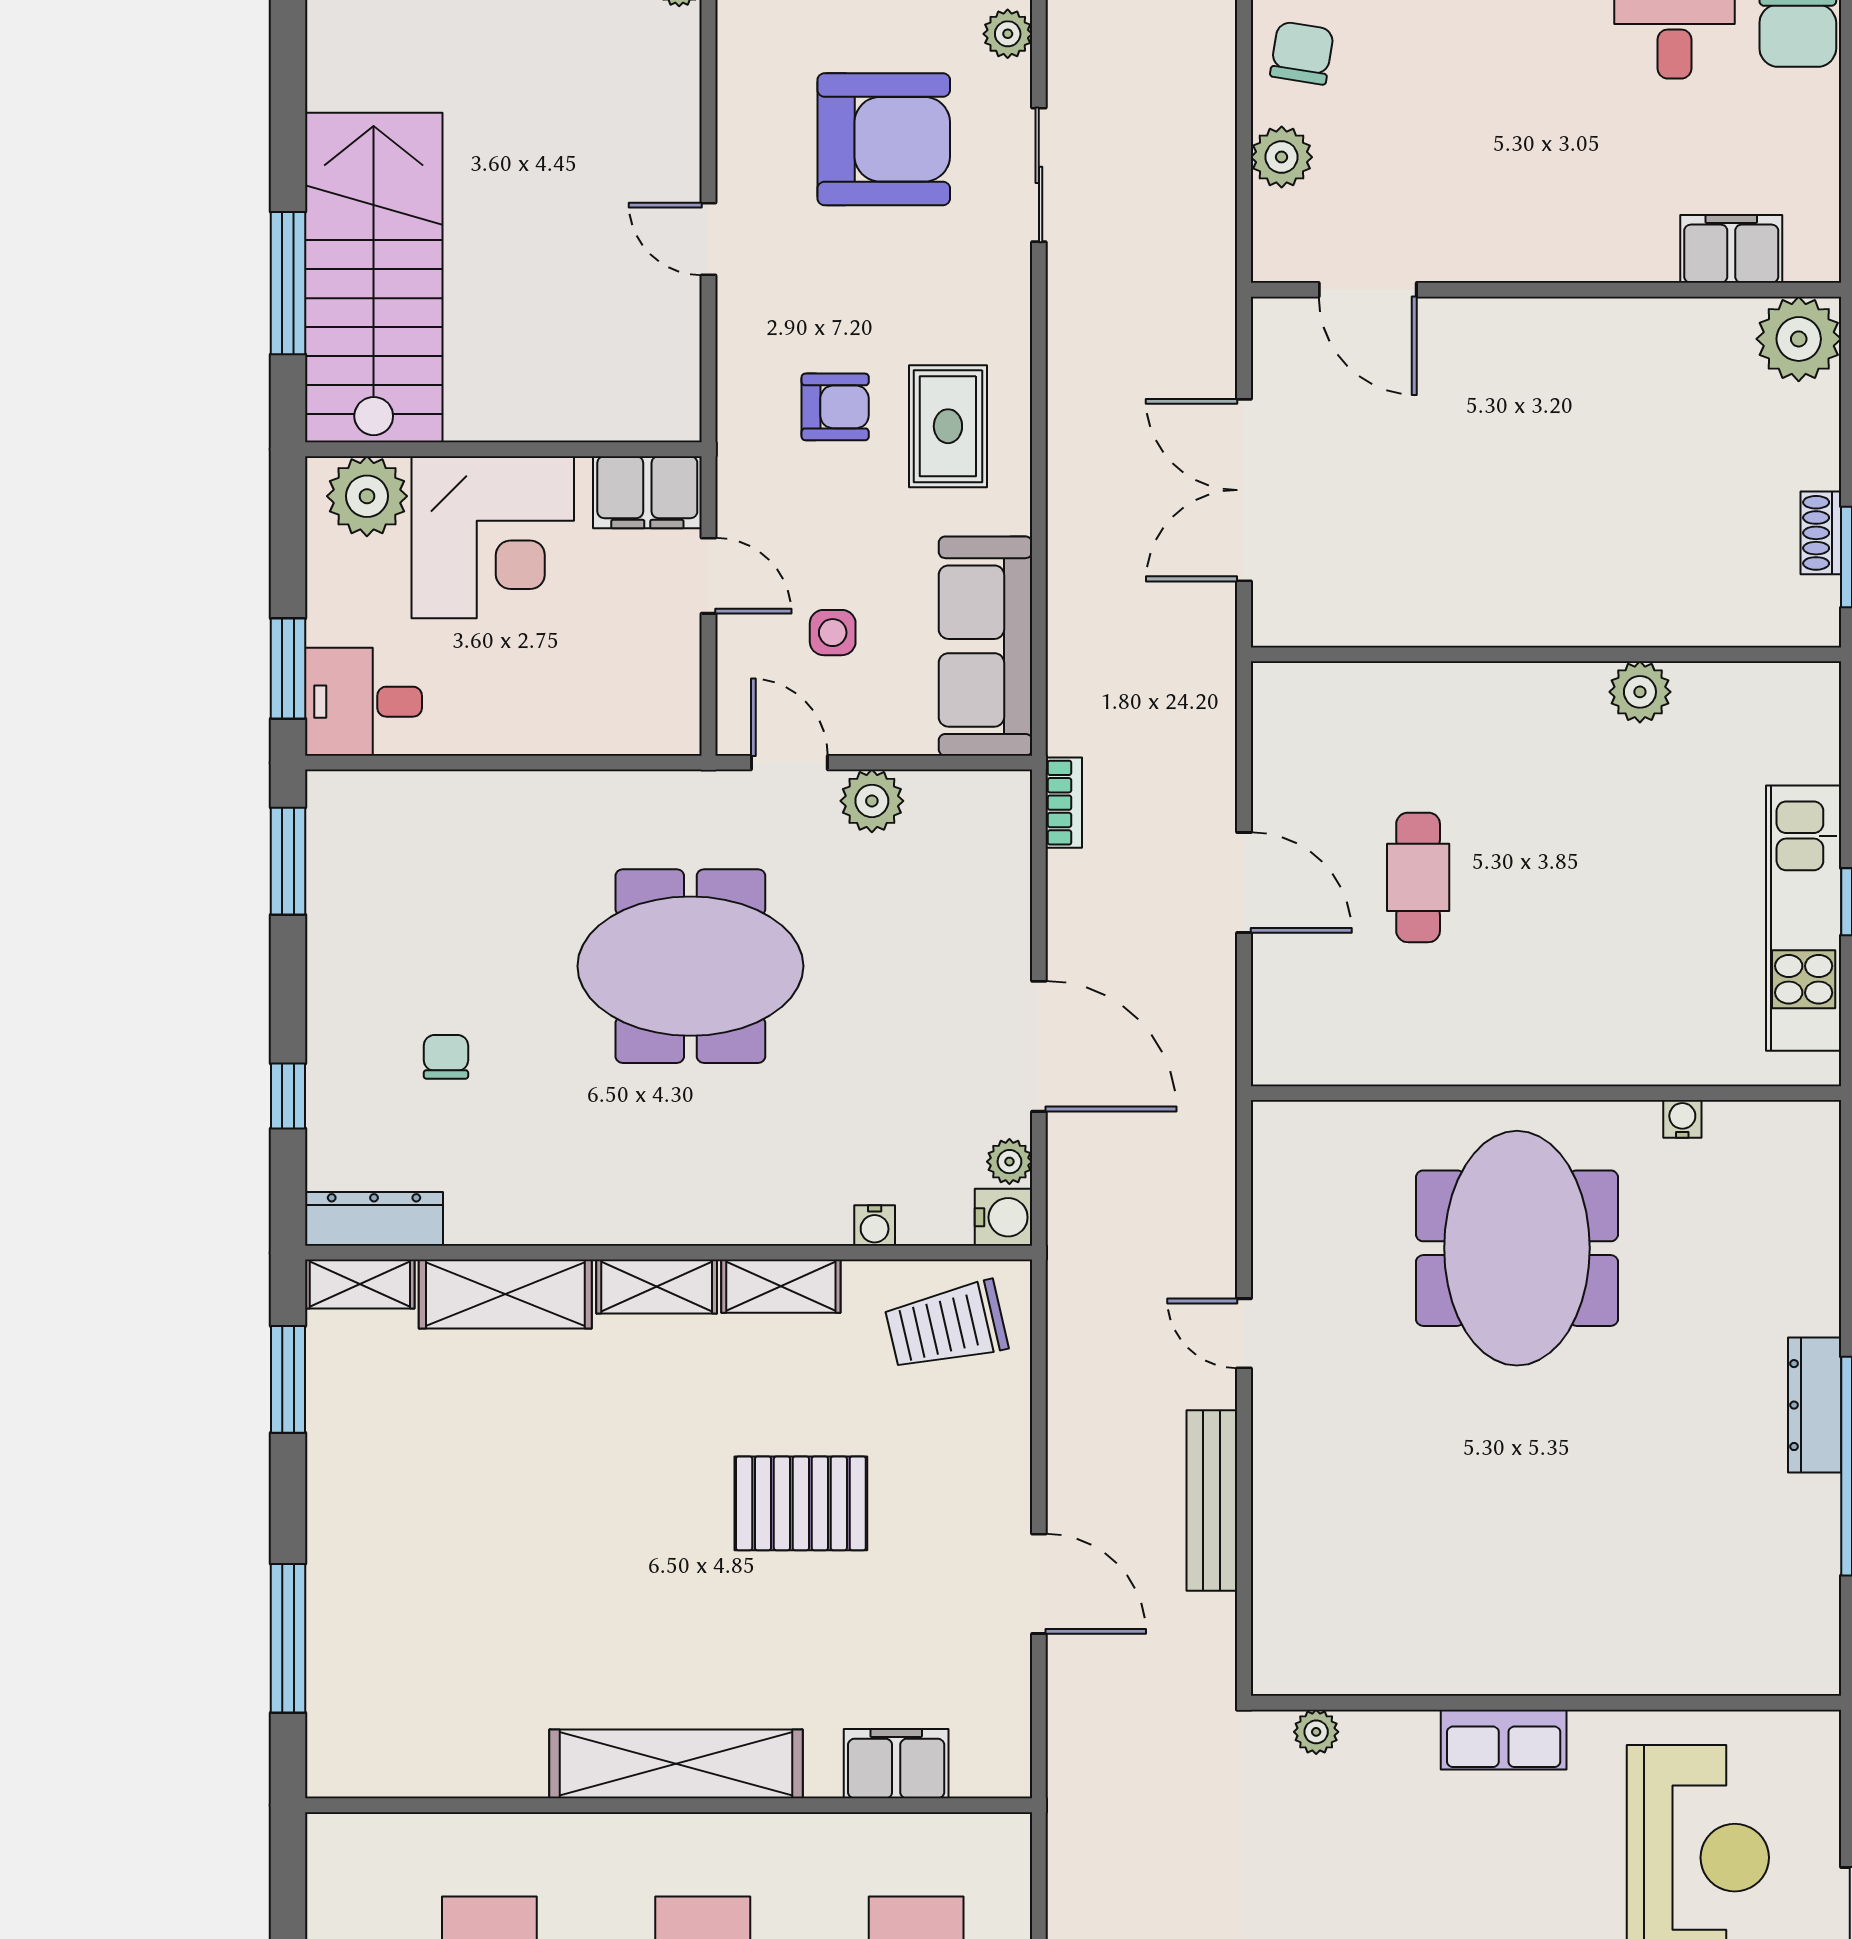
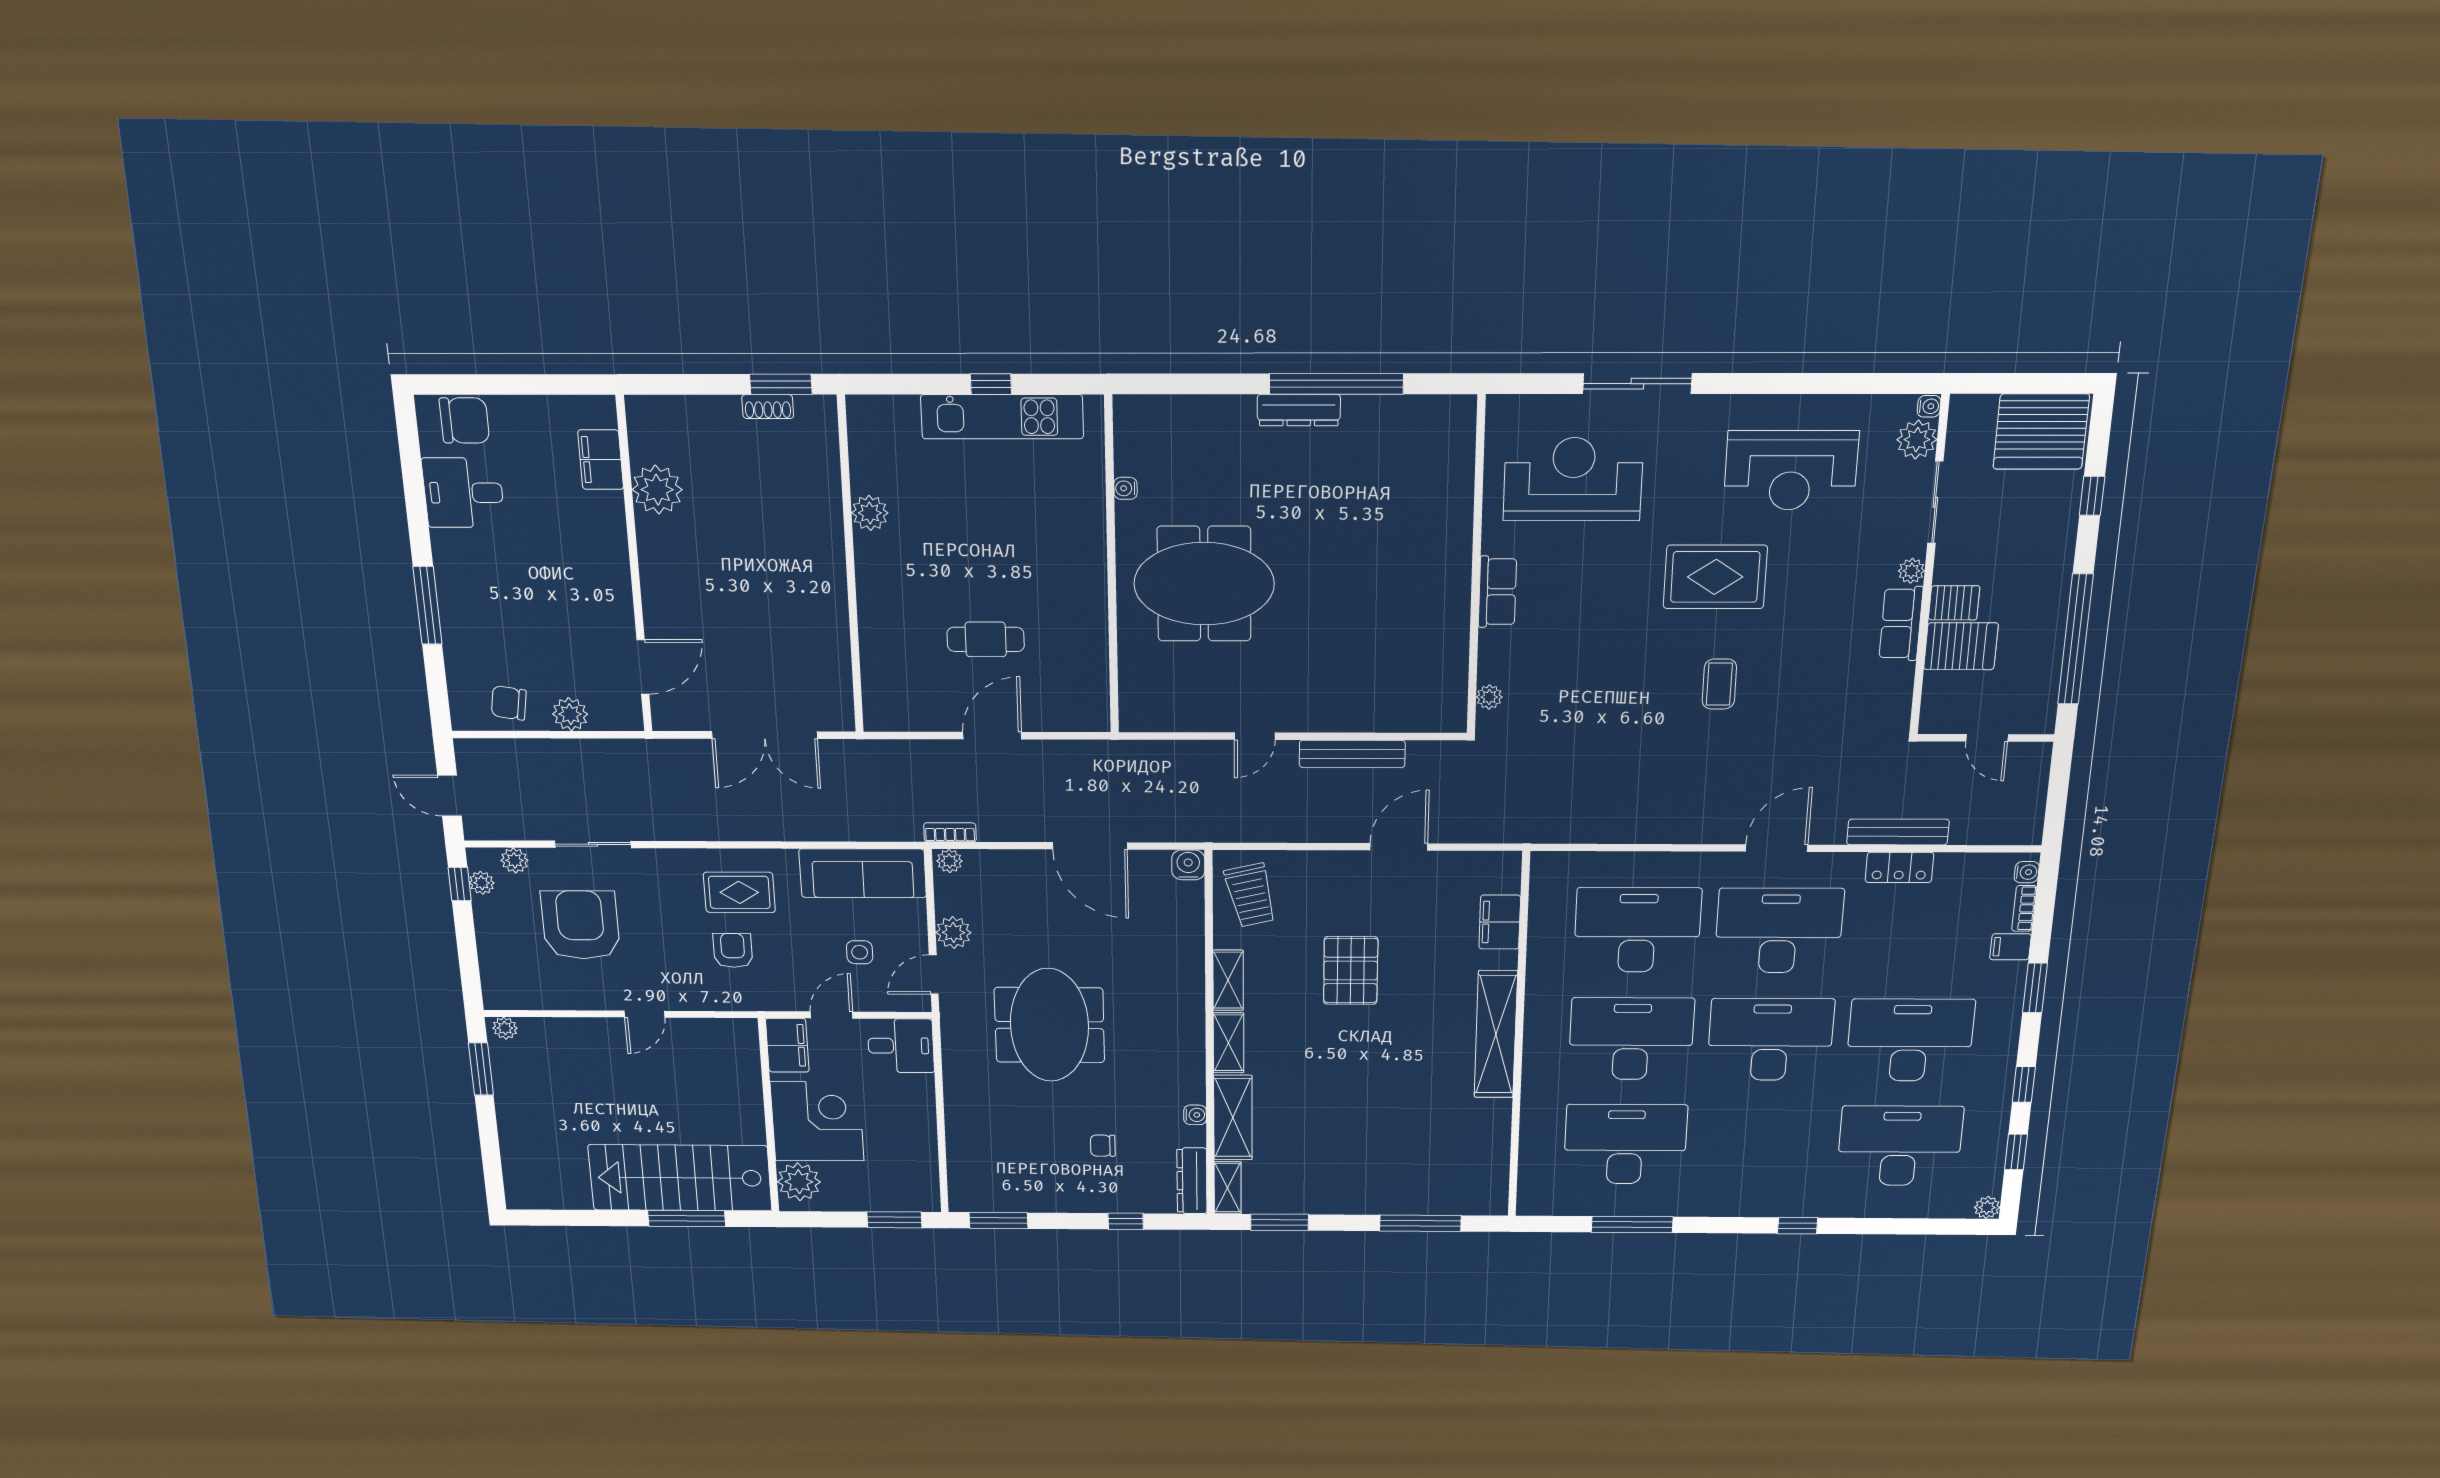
plant: (1799, 339) -> (657, 490), moved
desk: (363, 702) -> (901, 1046), moved, turned -90
door: (1039, 1046) -> (1090, 846), swing flipped
plant: (1009, 1162) -> (949, 861), moved
water cooler: (875, 1226) -> (1195, 1115), moved

